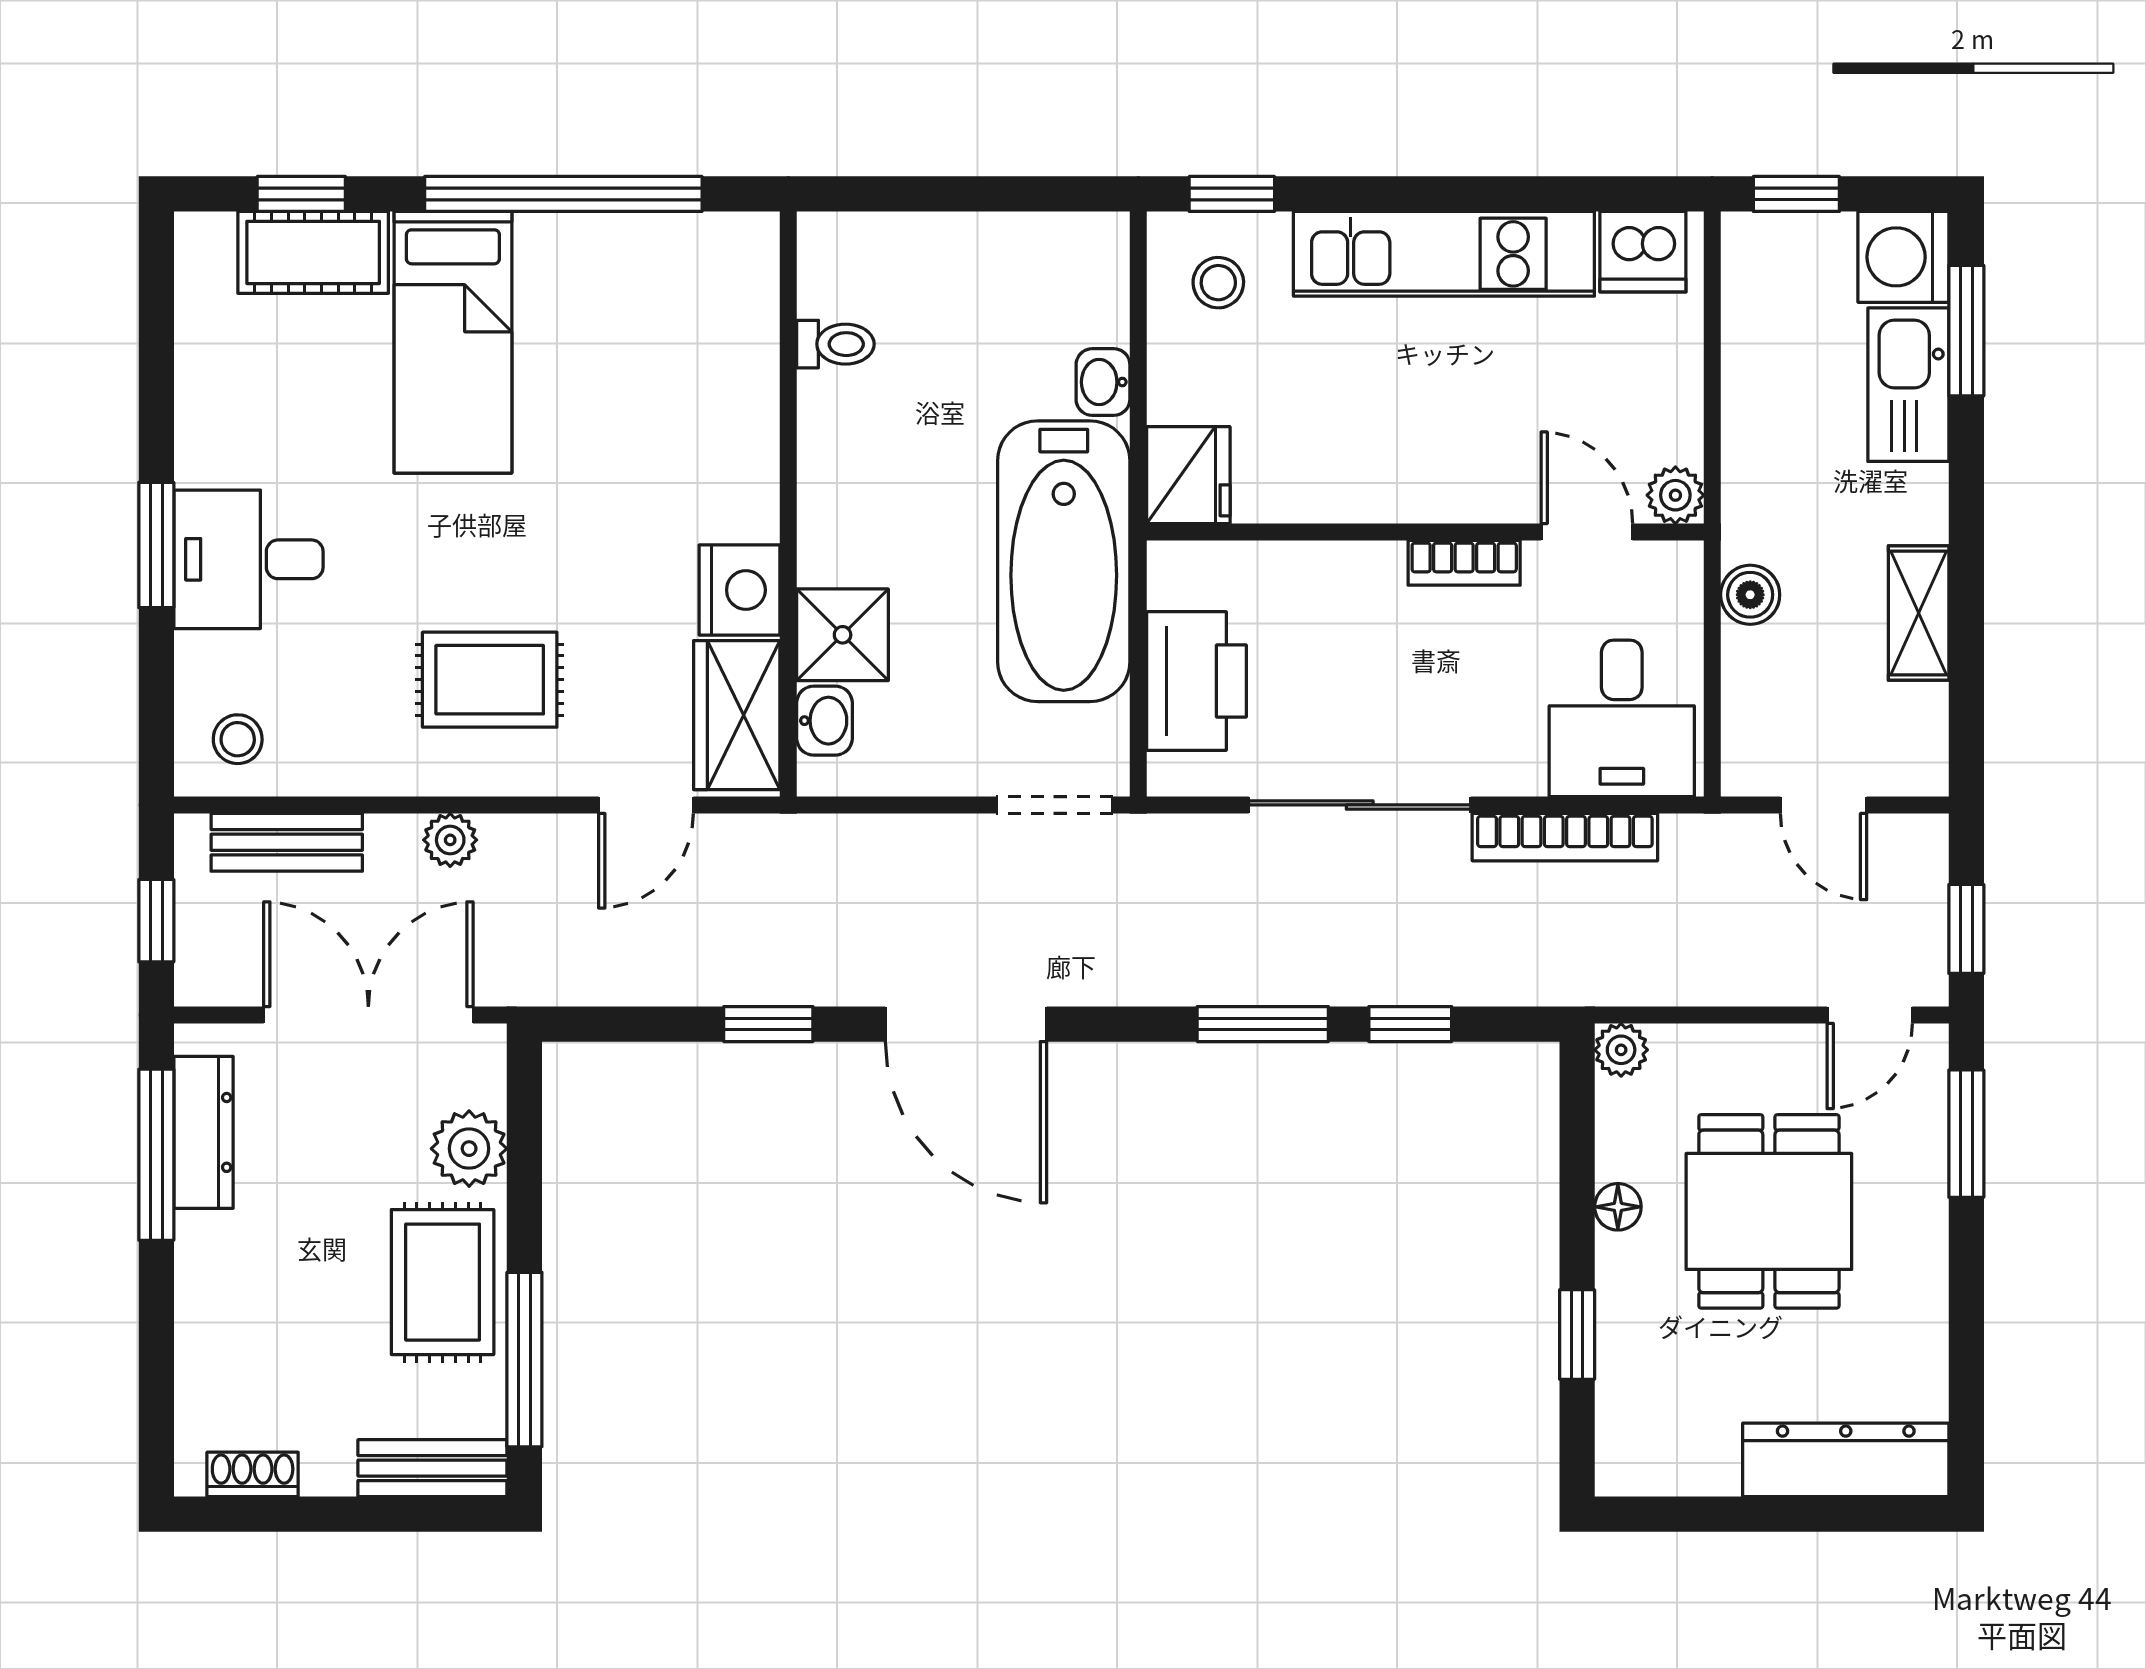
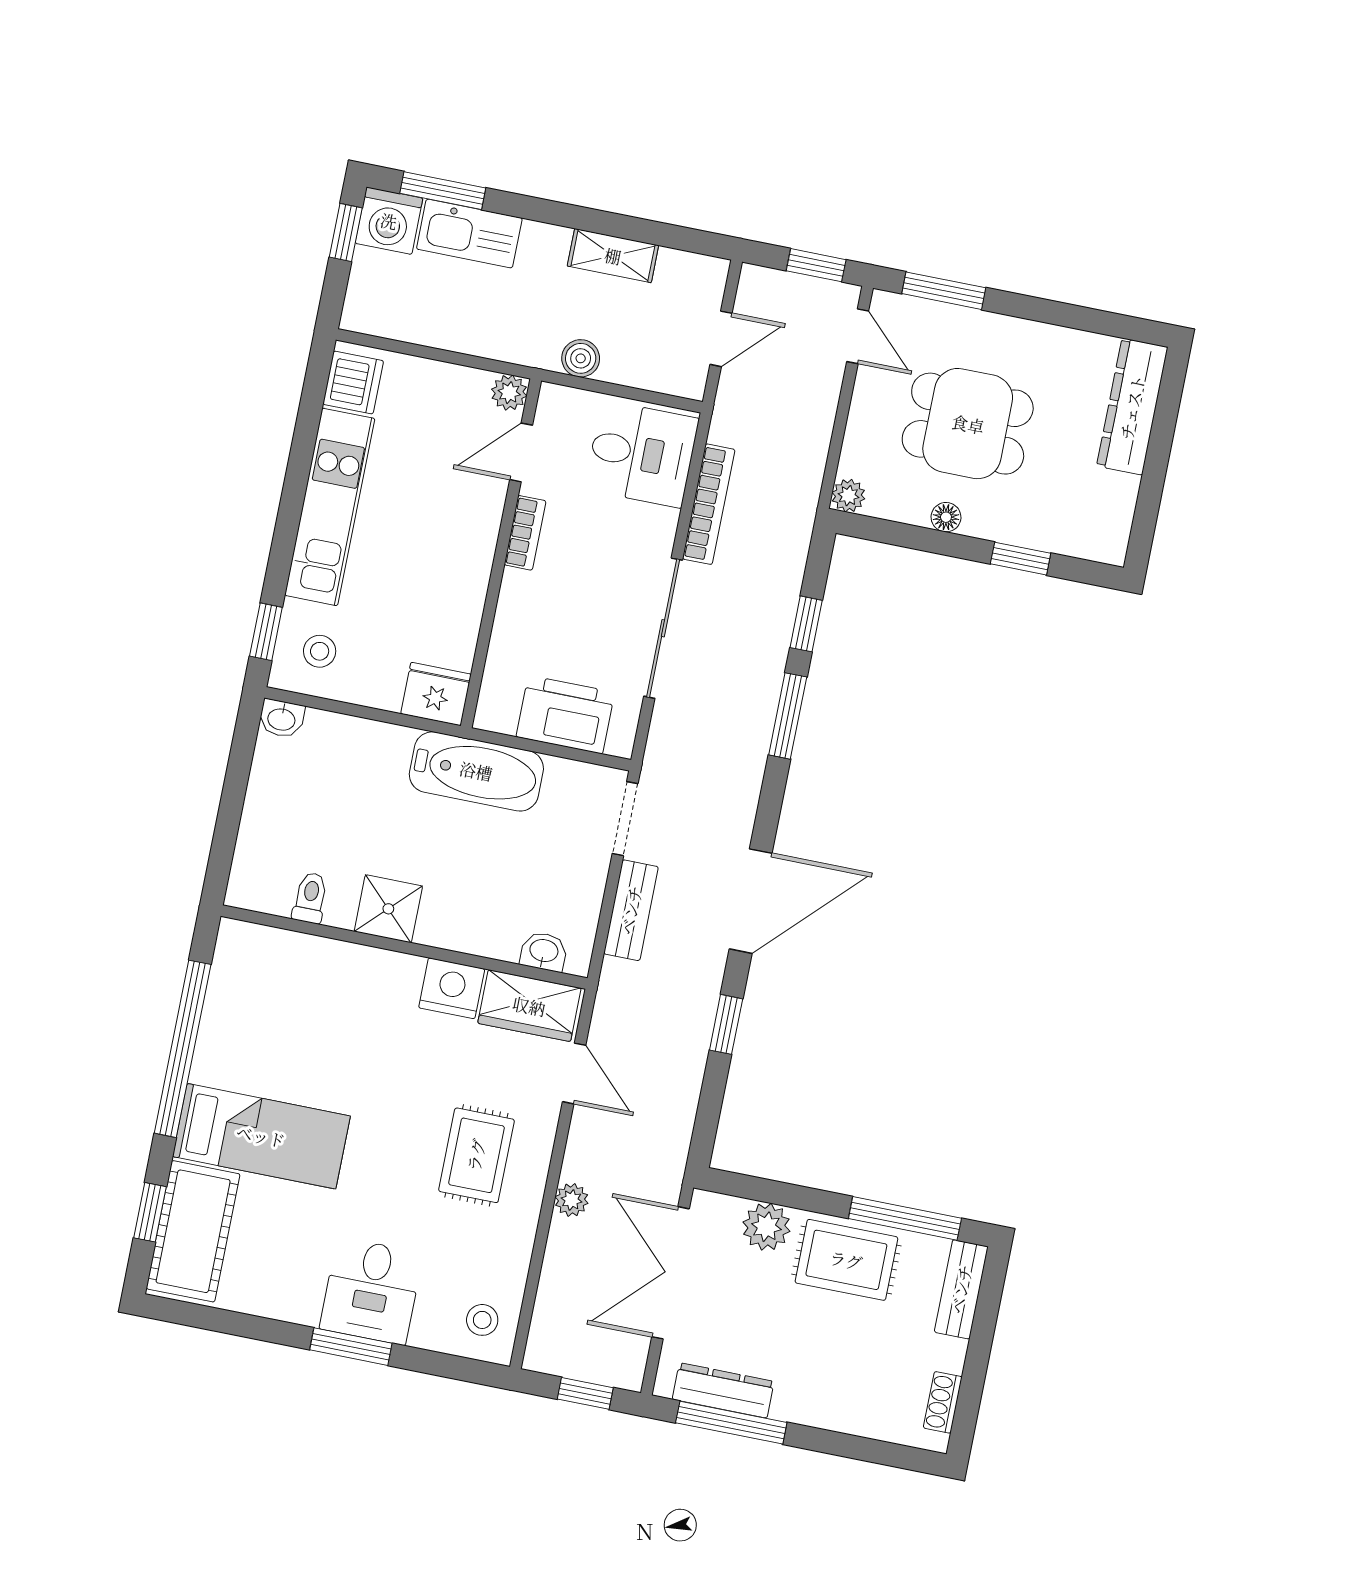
window: (1796, 194) -> (346, 232), moved
cot: (313, 252) -> (193, 1231), width x1.37, depth x1.34
washbasin: (1103, 382) -> (282, 719), moved
bathtub: (1064, 561) -> (476, 771), width x0.73, depth x0.73
shower: (843, 635) -> (388, 909), moved
bench: (287, 842) -> (631, 910), moved

